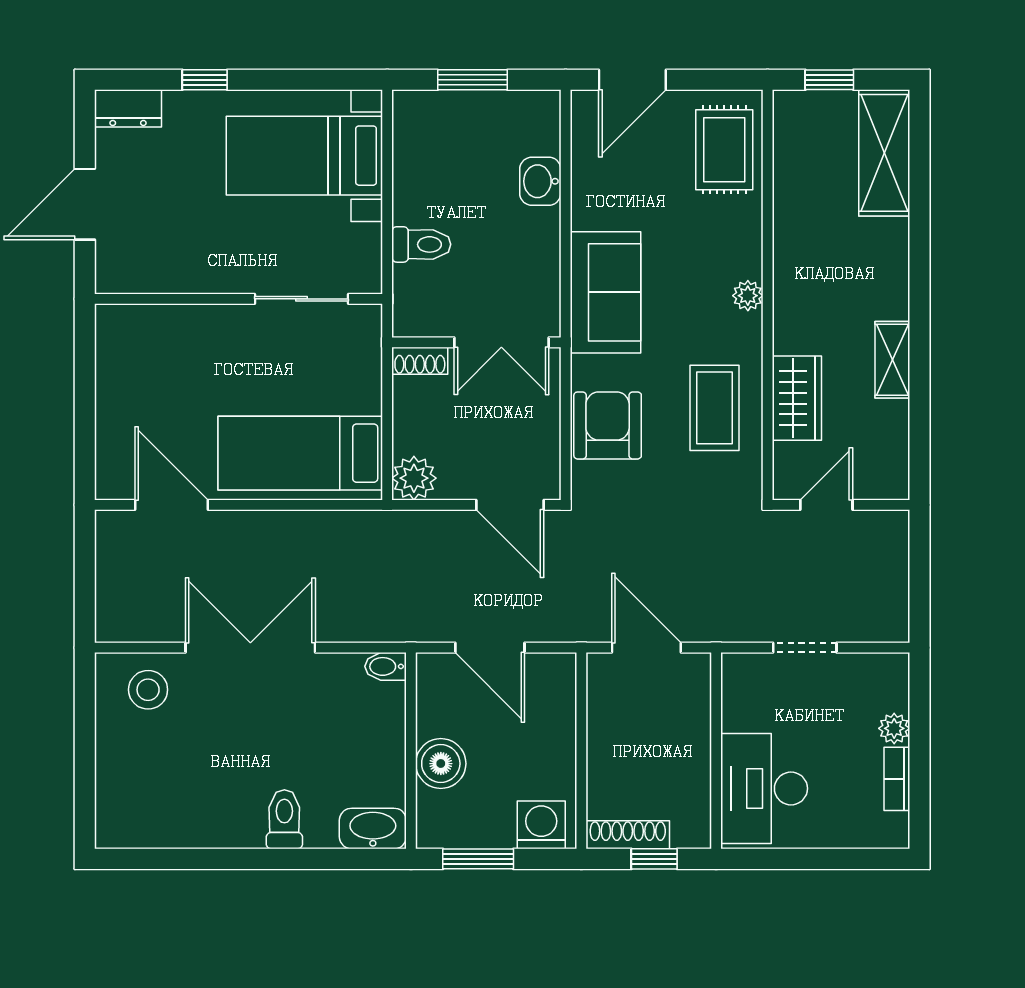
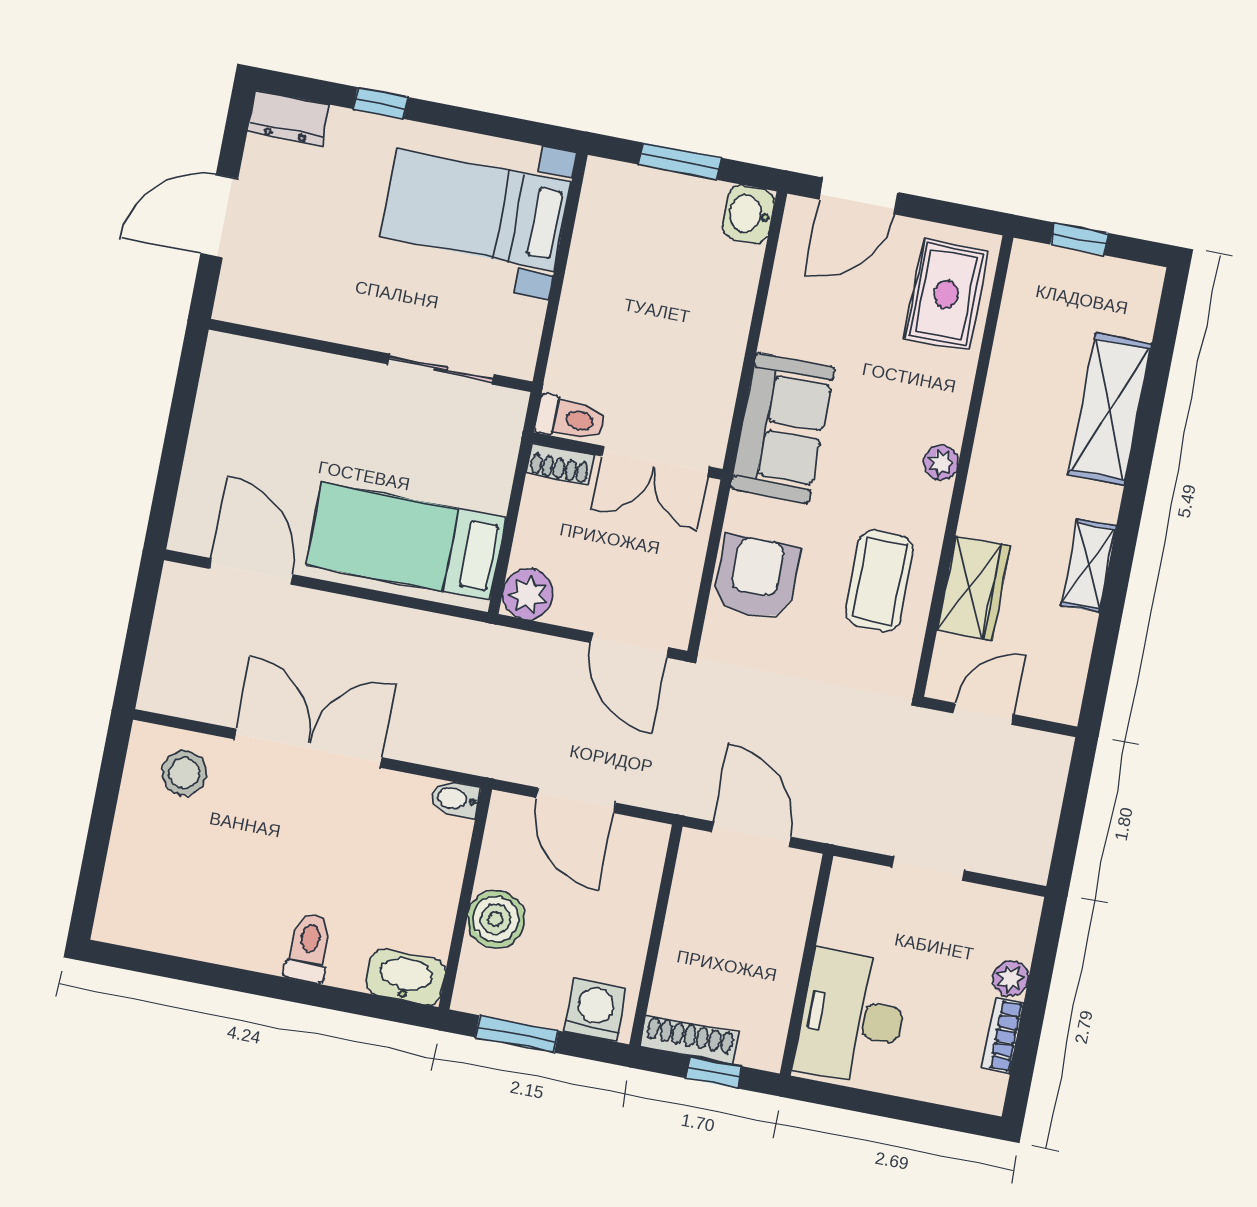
shelving: (884, 153) -> (1110, 409), moved
washbasin: (540, 181) -> (748, 214), moved
toilet: (421, 244) -> (570, 419), moved

